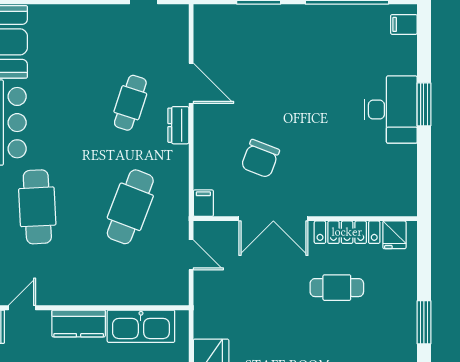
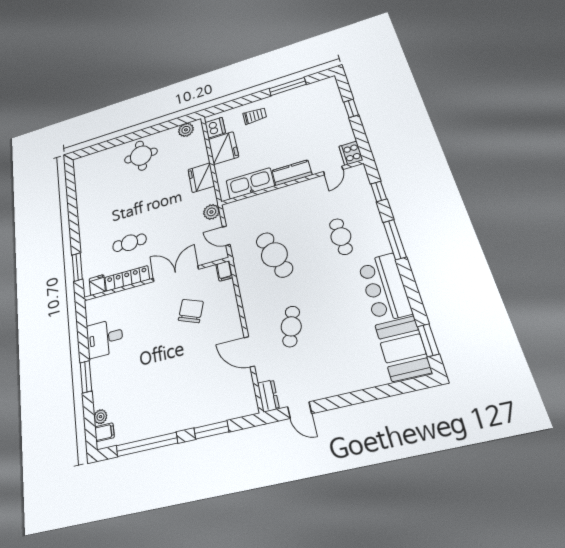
plant: (408, 46) -> (100, 417), added
desk: (391, 110) -> (105, 338), moved, width x0.73
dresser: (178, 125) -> (268, 396), moved
cafe table: (37, 207) -> (341, 237), width x0.73, depth x0.74
cafe table: (130, 207) -> (274, 255), turned -39
plant: (206, 299) -> (211, 212), added
window: (424, 322) -> (77, 267), moved

